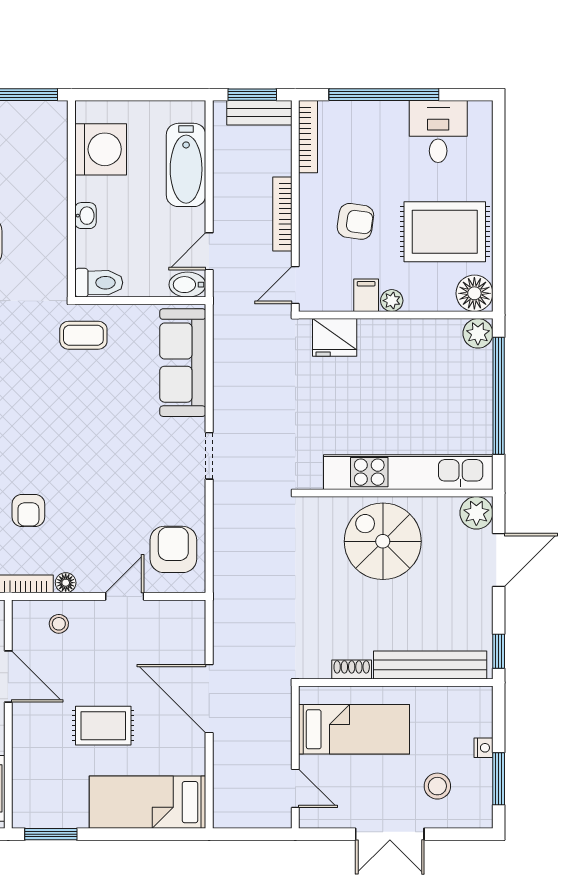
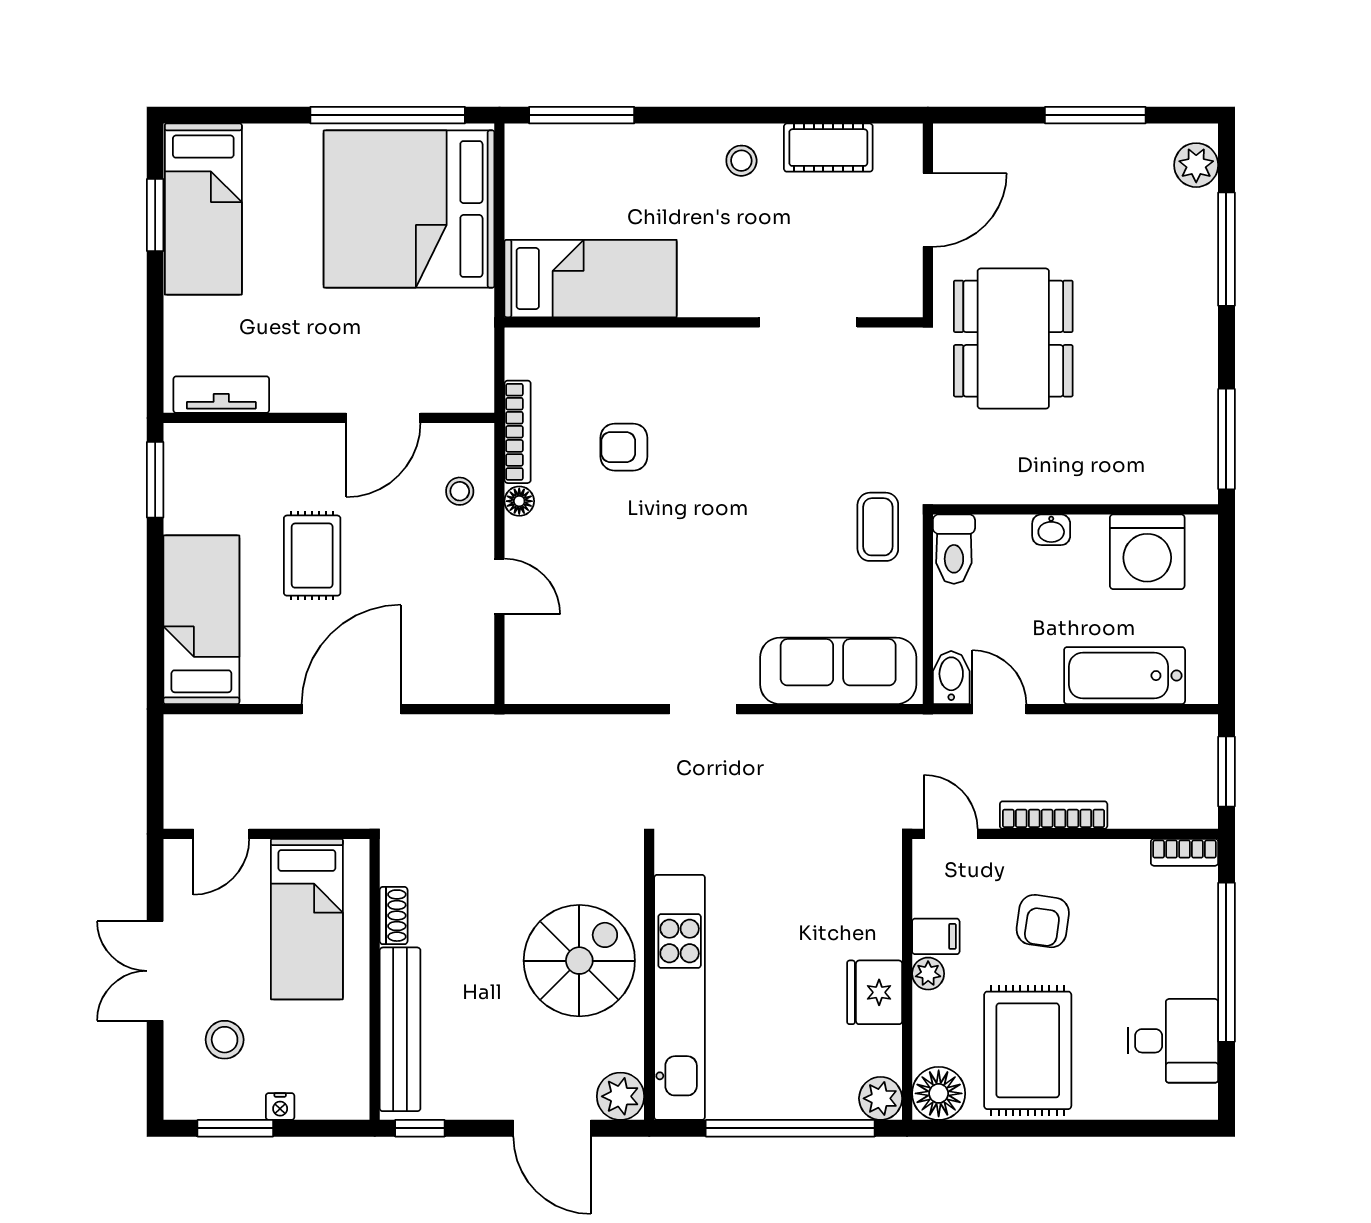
bench: (259, 113) -> (1200, 782), removed
bookcase: (308, 137) -> (1184, 852), width x0.64
fridge: (335, 337) -> (875, 992), moved
armchair: (173, 549) -> (567, 657), removed

